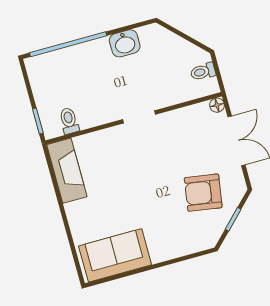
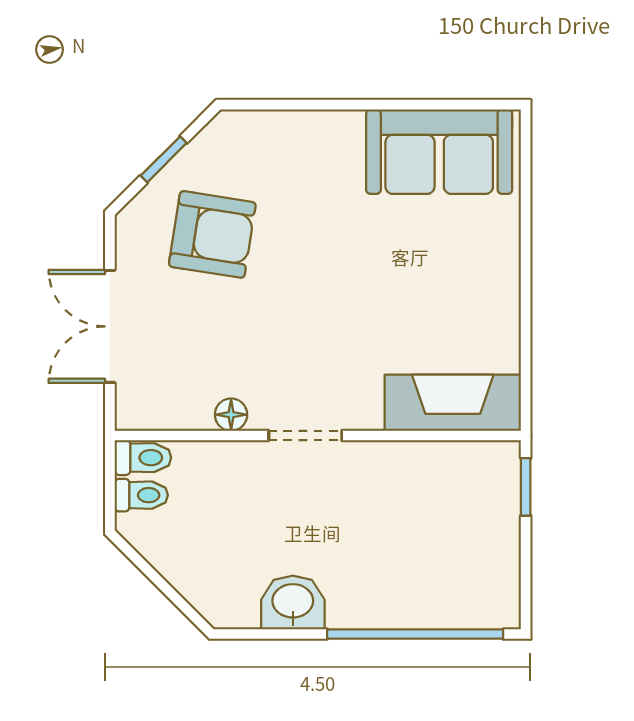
floor lamp: (217, 105) -> (231, 415), moved
toilet: (69, 121) -> (143, 458), moved, turned -90
fireplace: (67, 171) -> (453, 403), moved, turned 90

